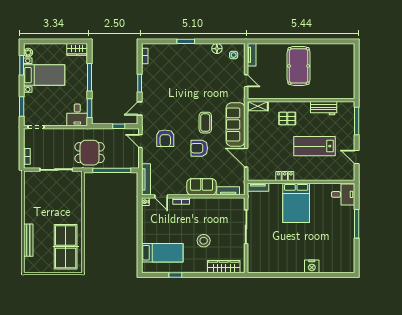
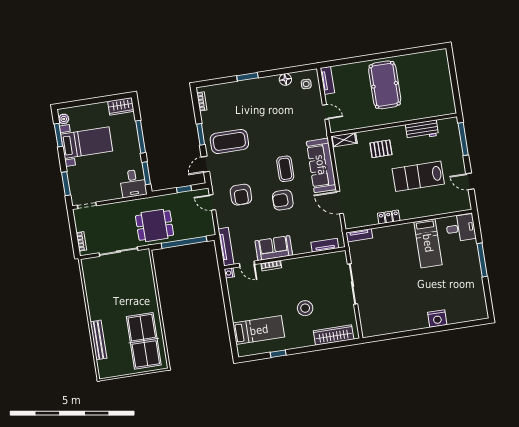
coffee table: (162, 93) -> (229, 141), added
sofa: (202, 187) -> (274, 248), moved
bed: (296, 203) -> (428, 243), moved, width x0.67

